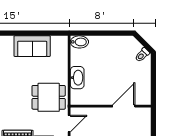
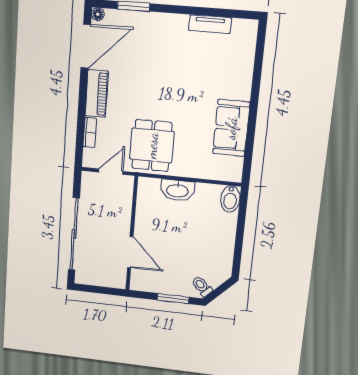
window: (153, 74) -> (173, 299), added
door: (69, 124) -> (111, 172), swing flipped

